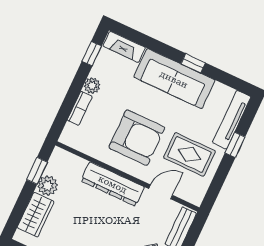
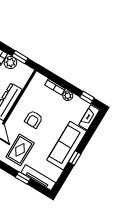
armchair: (137, 138) -> (34, 119), width x0.53, depth x0.53

